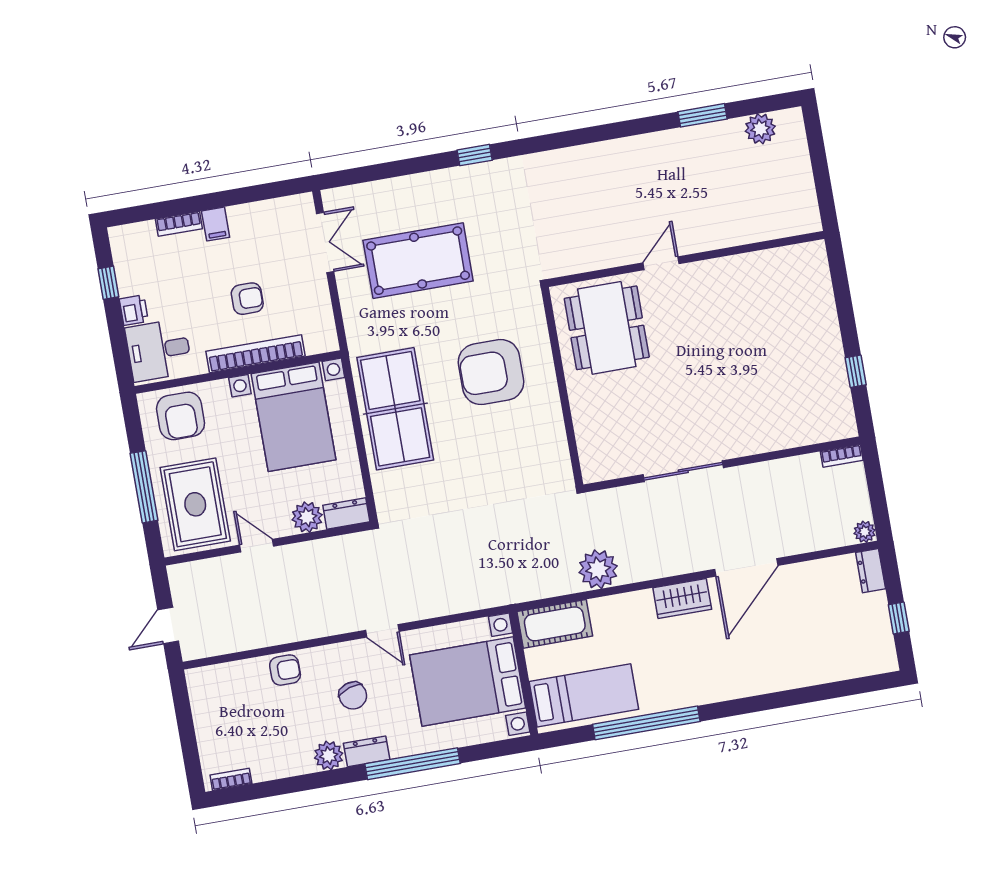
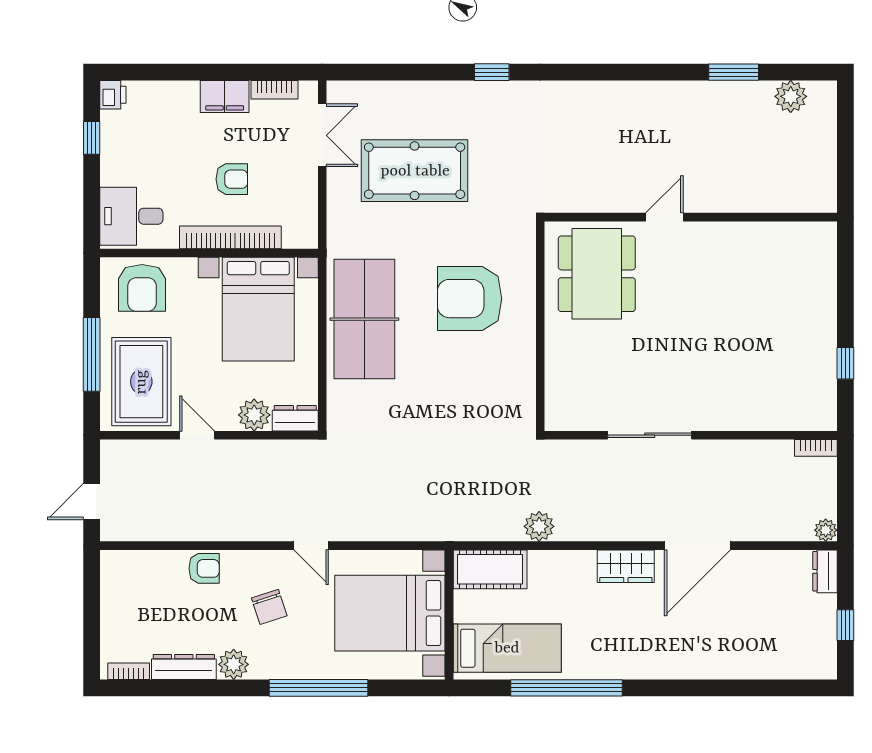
bookcase: (179, 224) -> (274, 90), moved
filing cabinet: (216, 224) -> (225, 97), width x2.00
printer: (134, 310) -> (113, 95), moved
plant: (598, 569) -> (539, 526), width x0.73, depth x0.73
dresser: (367, 751) -> (184, 667), moved, width x1.44

